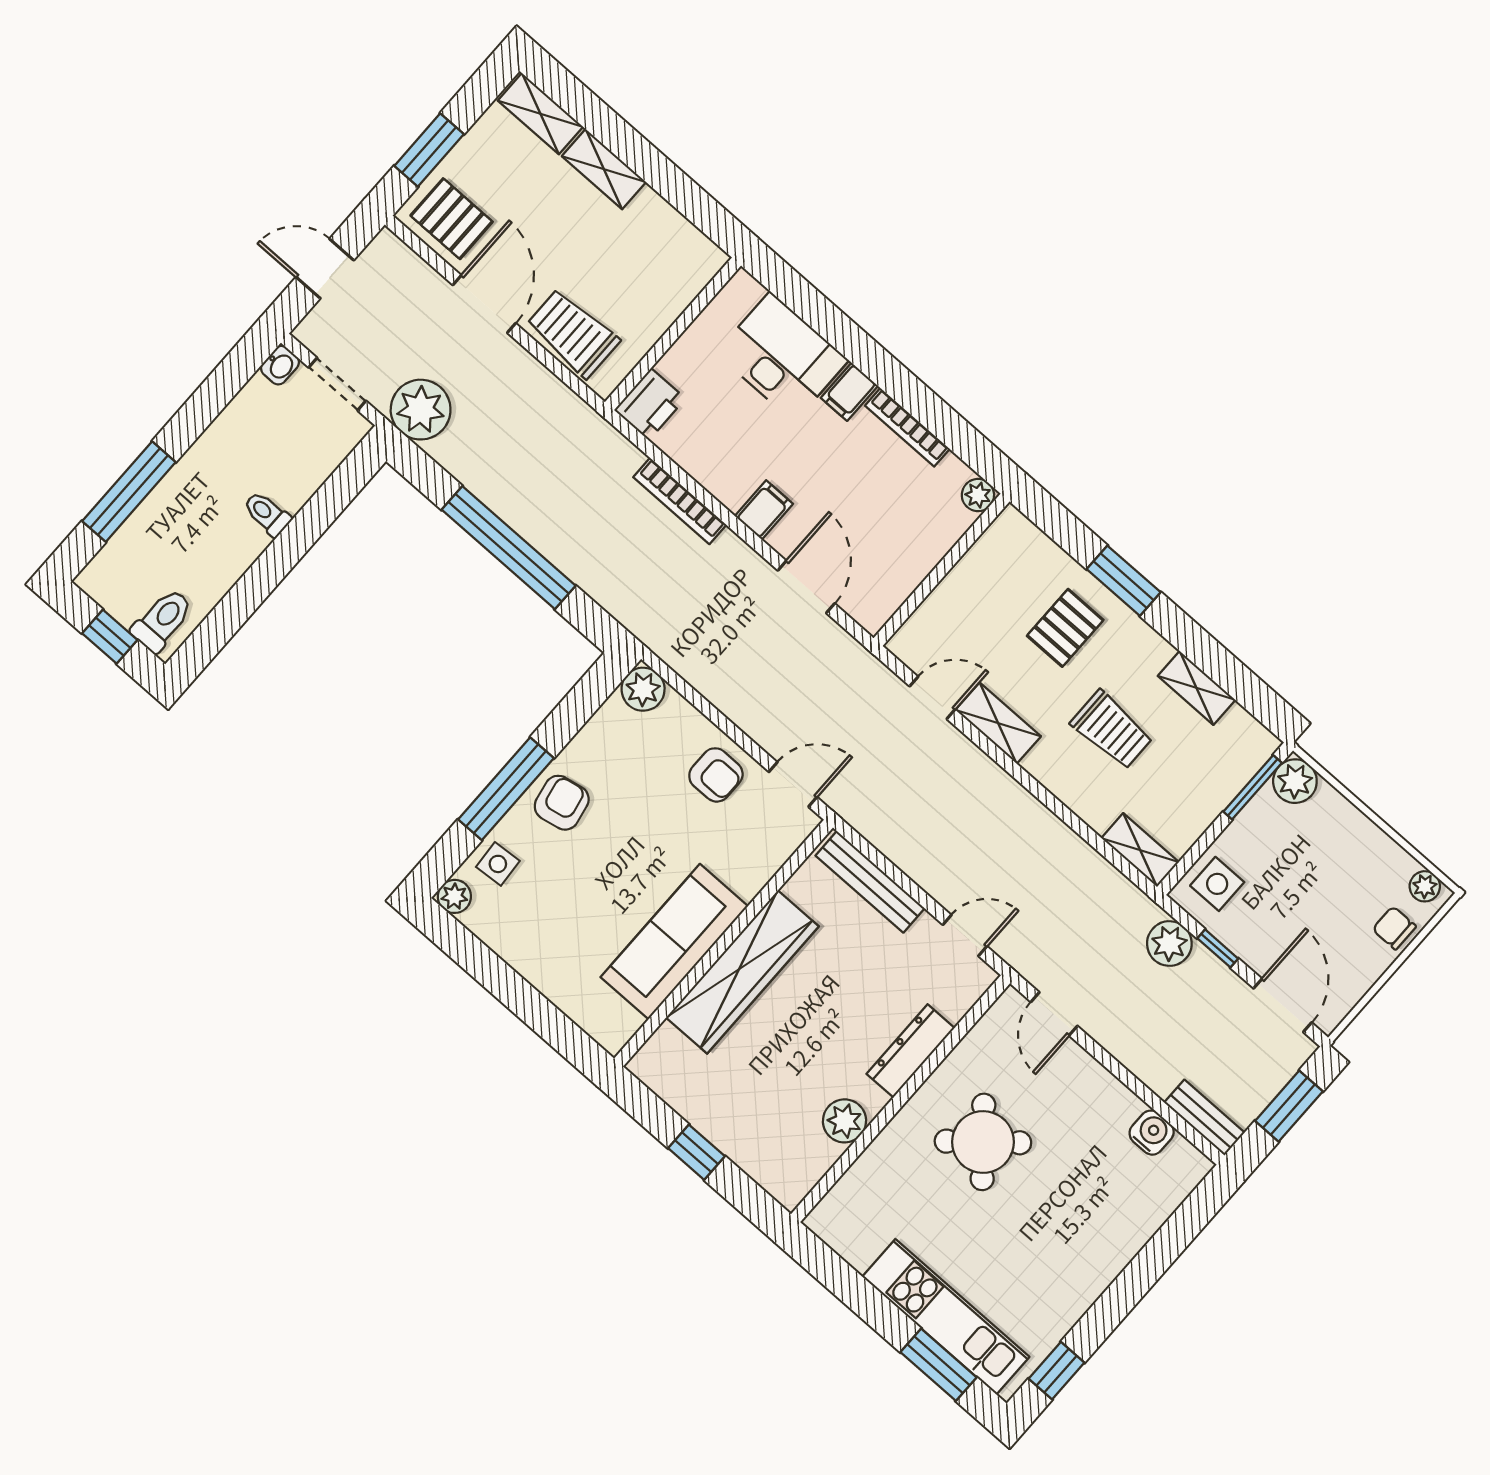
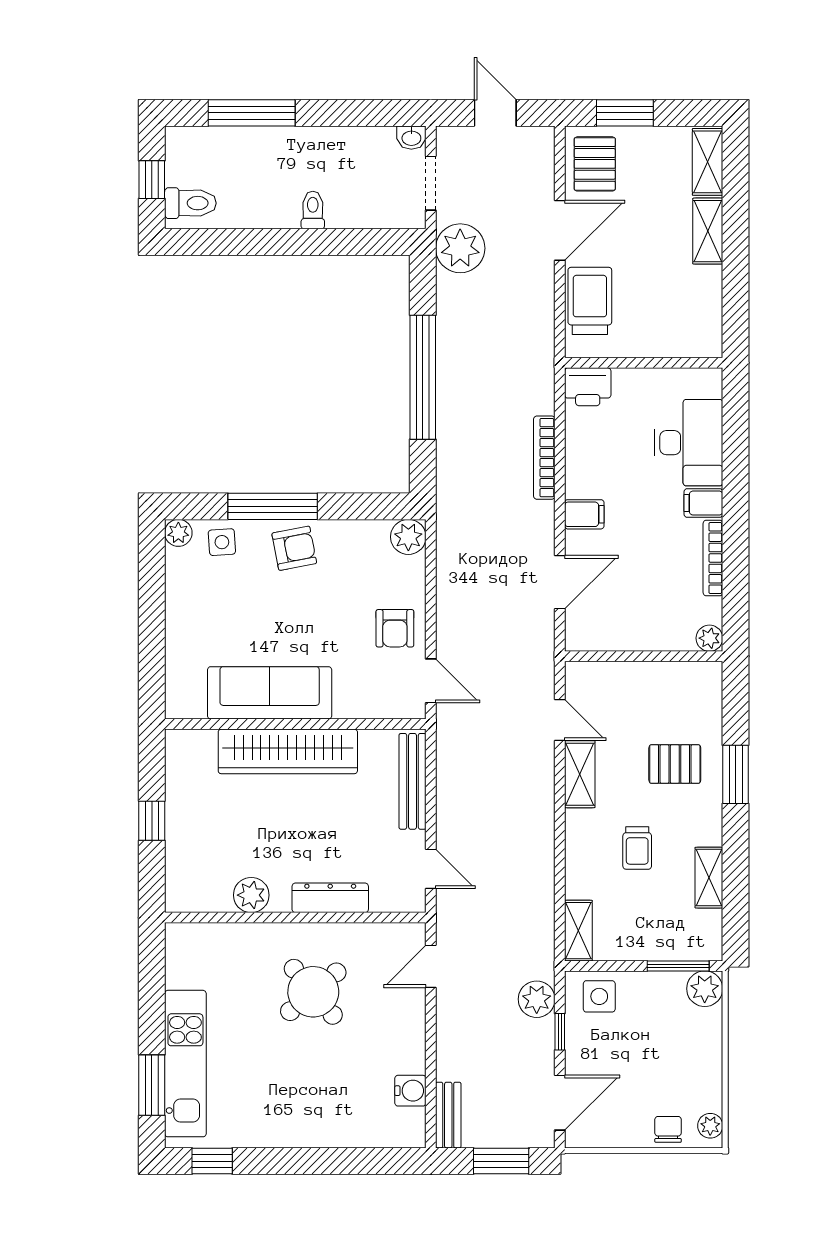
trolley: (1112, 730) -> (637, 848), width x0.73, depth x0.72

